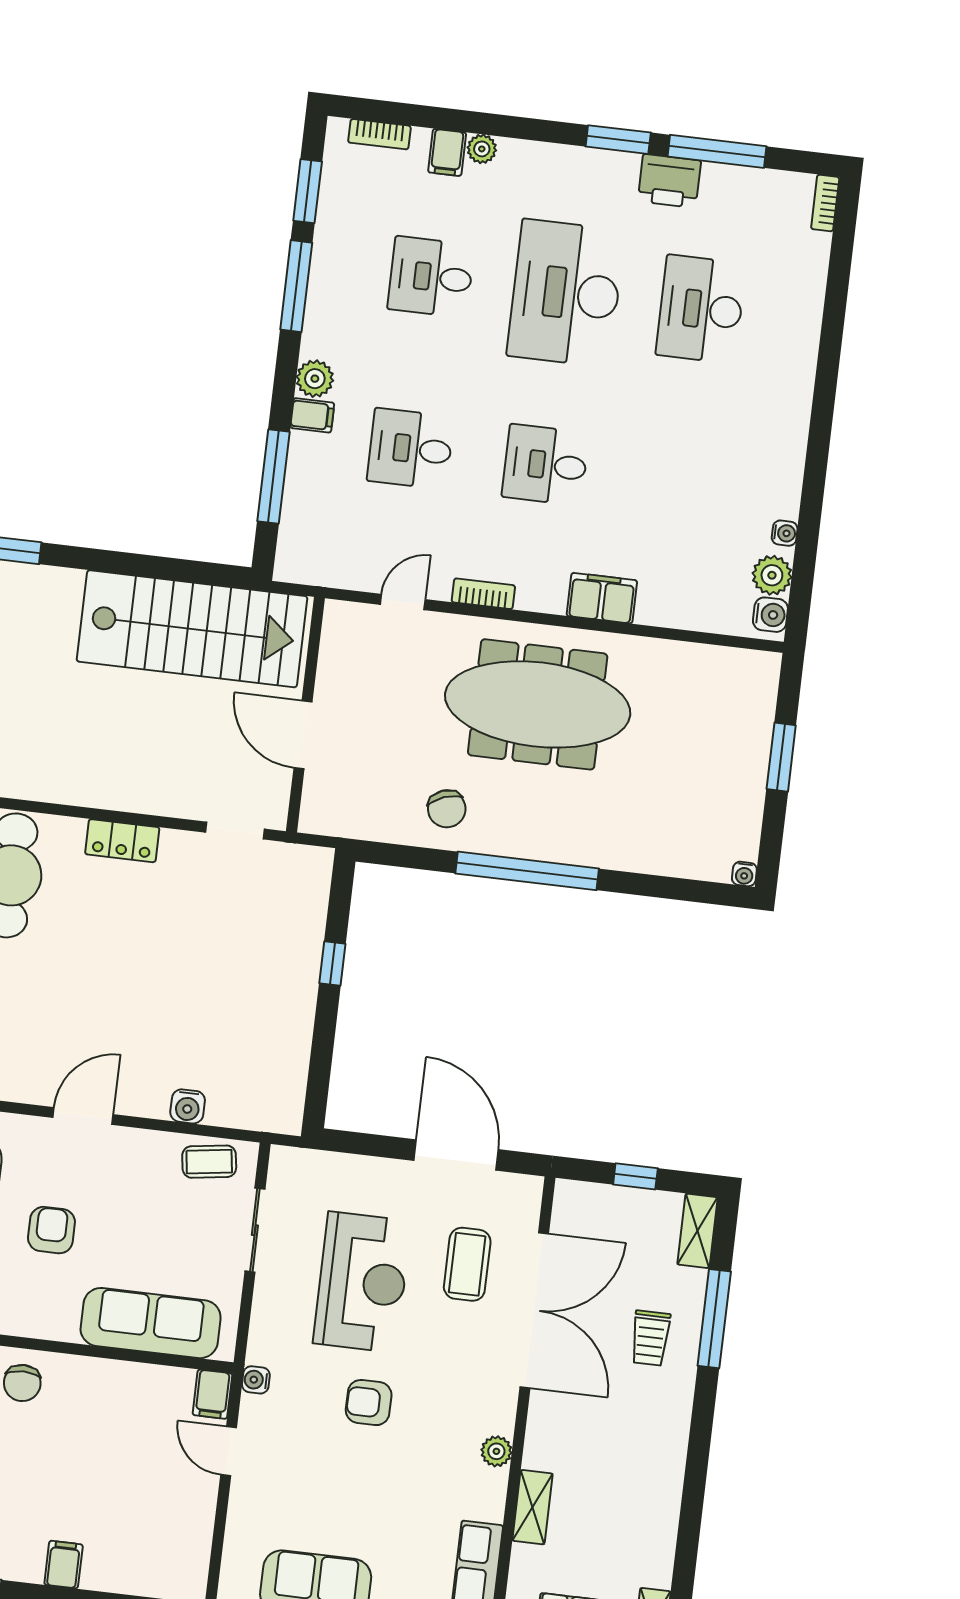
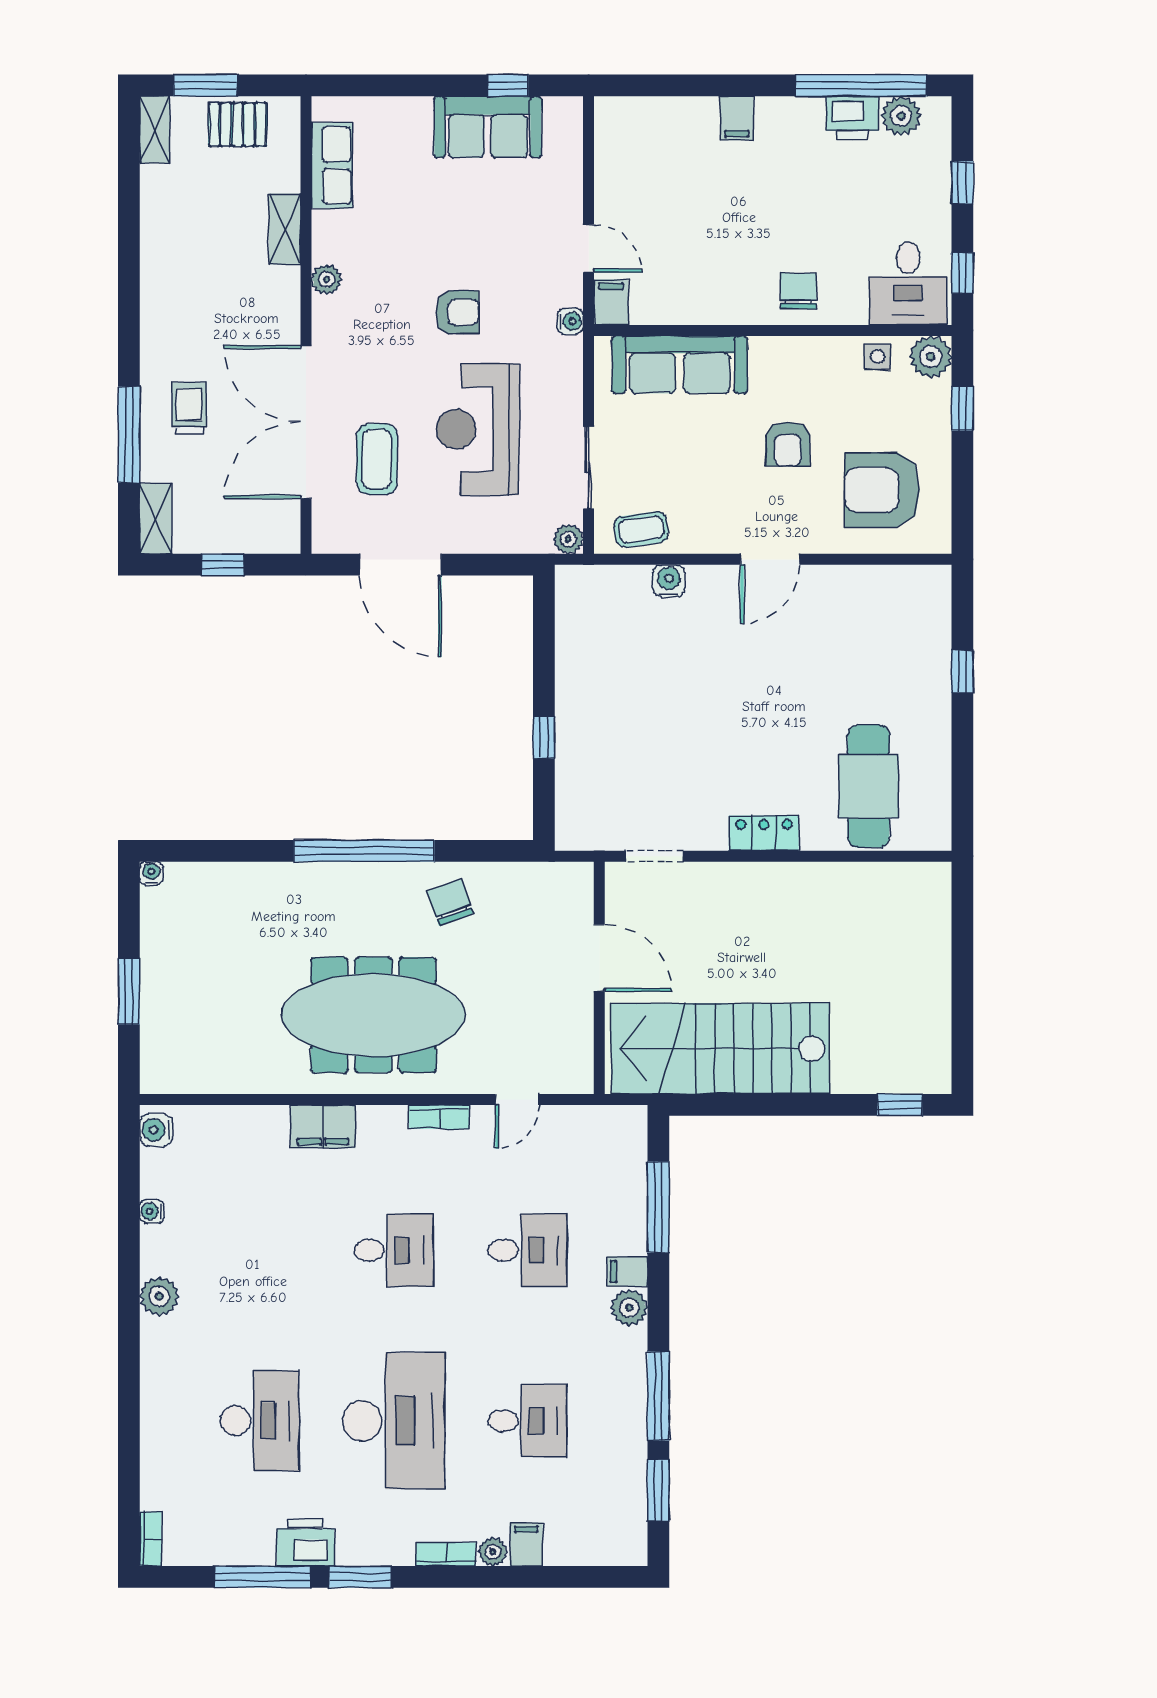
bookcase: (379, 134) -> (446, 1554), moved
plant: (772, 575) -> (159, 1296), moved
plant: (284, 1161) -> (568, 539), added

